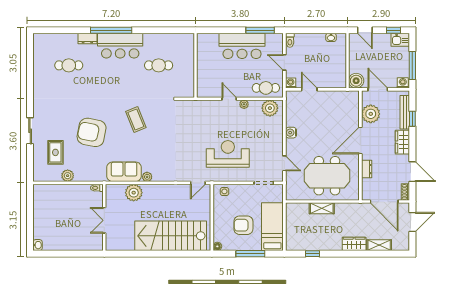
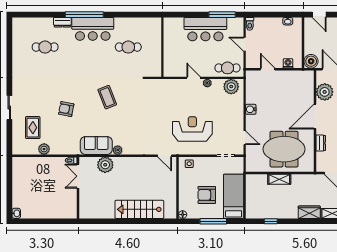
washing machine: (291, 83) -> (288, 63), moved
armchair: (92, 132) -> (66, 109), width x0.53, depth x0.53
door: (198, 183) -> (165, 156), hinge flipped
double door: (104, 220) -> (78, 176), moved
stairs: (171, 236) -> (139, 209), width x0.73, depth x0.66

